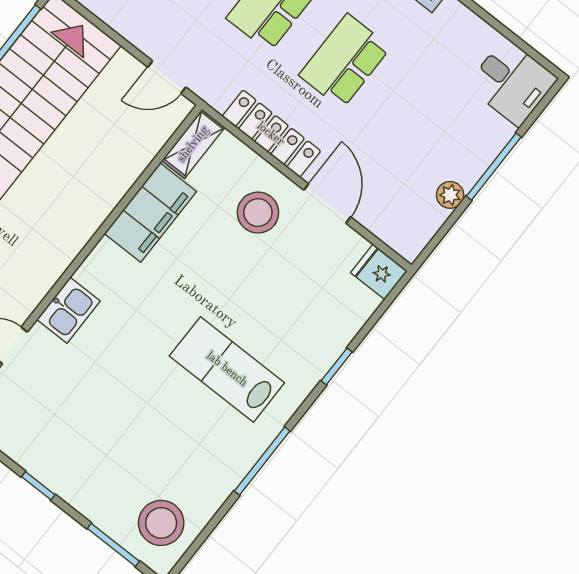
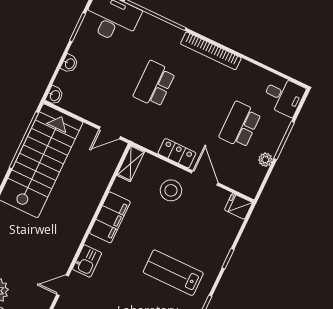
school desk: (345, 61) -> (240, 125), moved
locker: (271, 134) -> (177, 153), width x0.66
filing cabinet: (150, 212) -> (110, 217), moved

